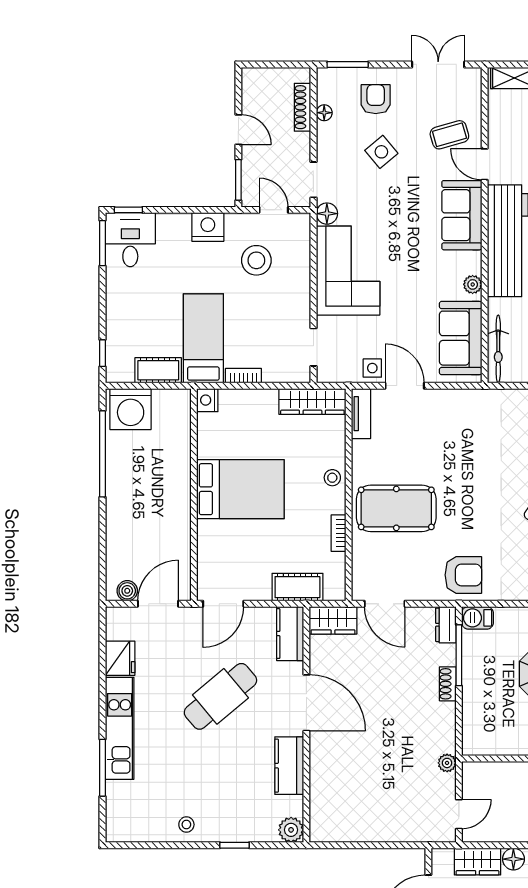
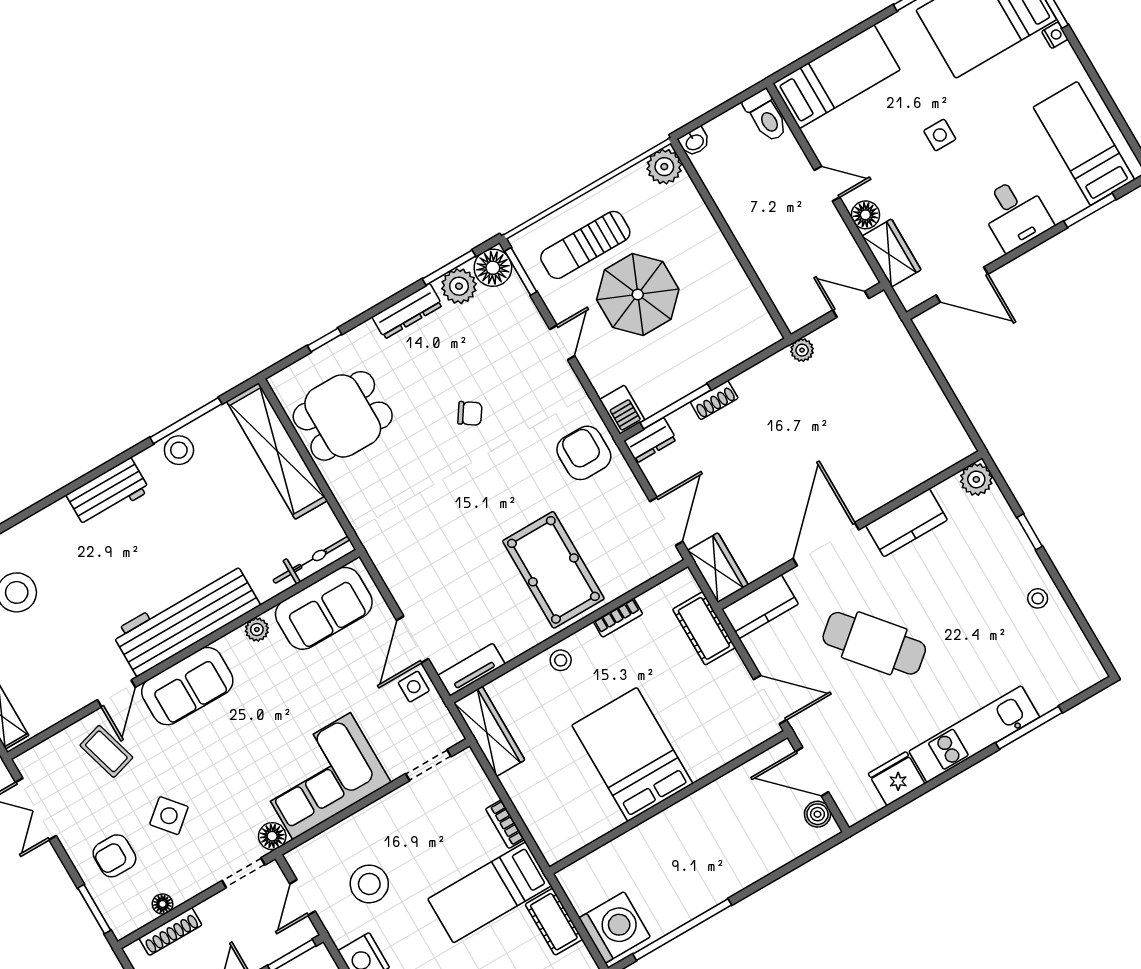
nightstand: (207, 400) -> (555, 848), removed

